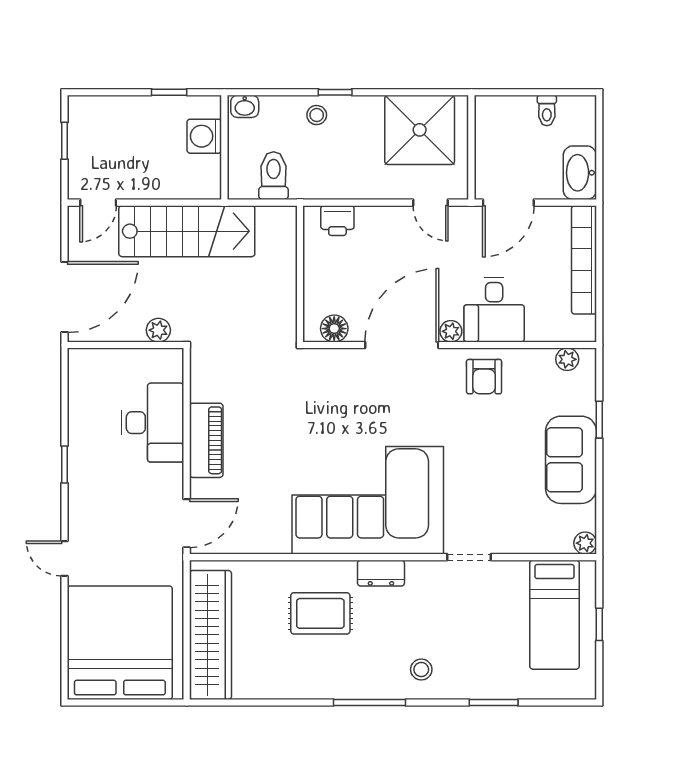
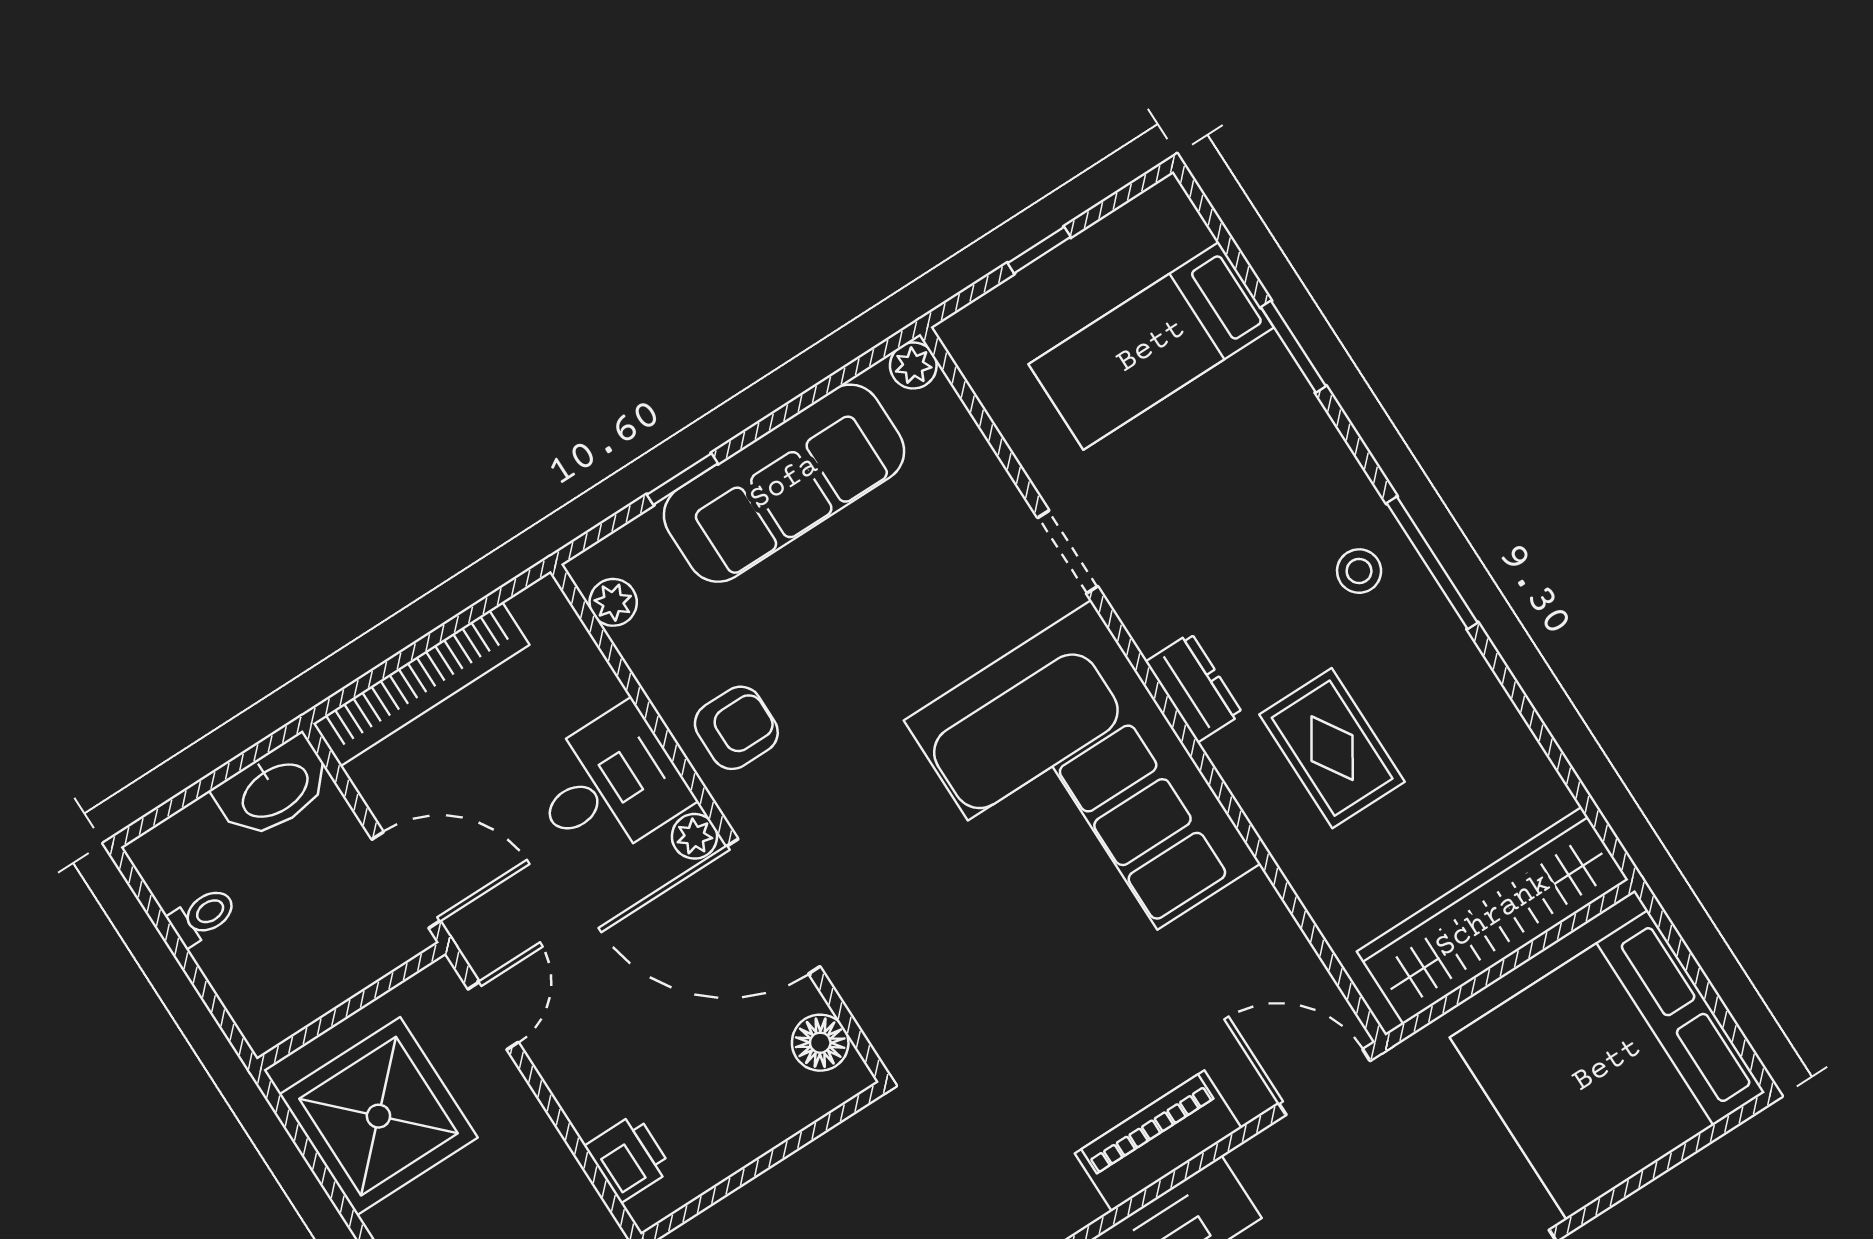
sofa: (571, 460) -> (784, 483), width x1.36
bed: (554, 615) -> (1151, 346), moved, turned 180
stool: (421, 669) -> (1359, 571), moved

